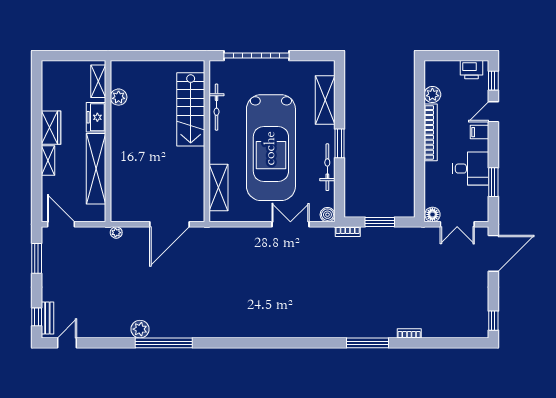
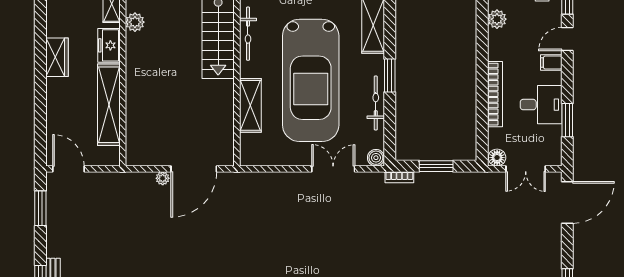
bookcase: (431, 132) -> (495, 94), moved
shelving: (48, 160) -> (54, 95), removed
shelving: (219, 188) -> (250, 105), moved
plant: (116, 233) -> (163, 178), moved

